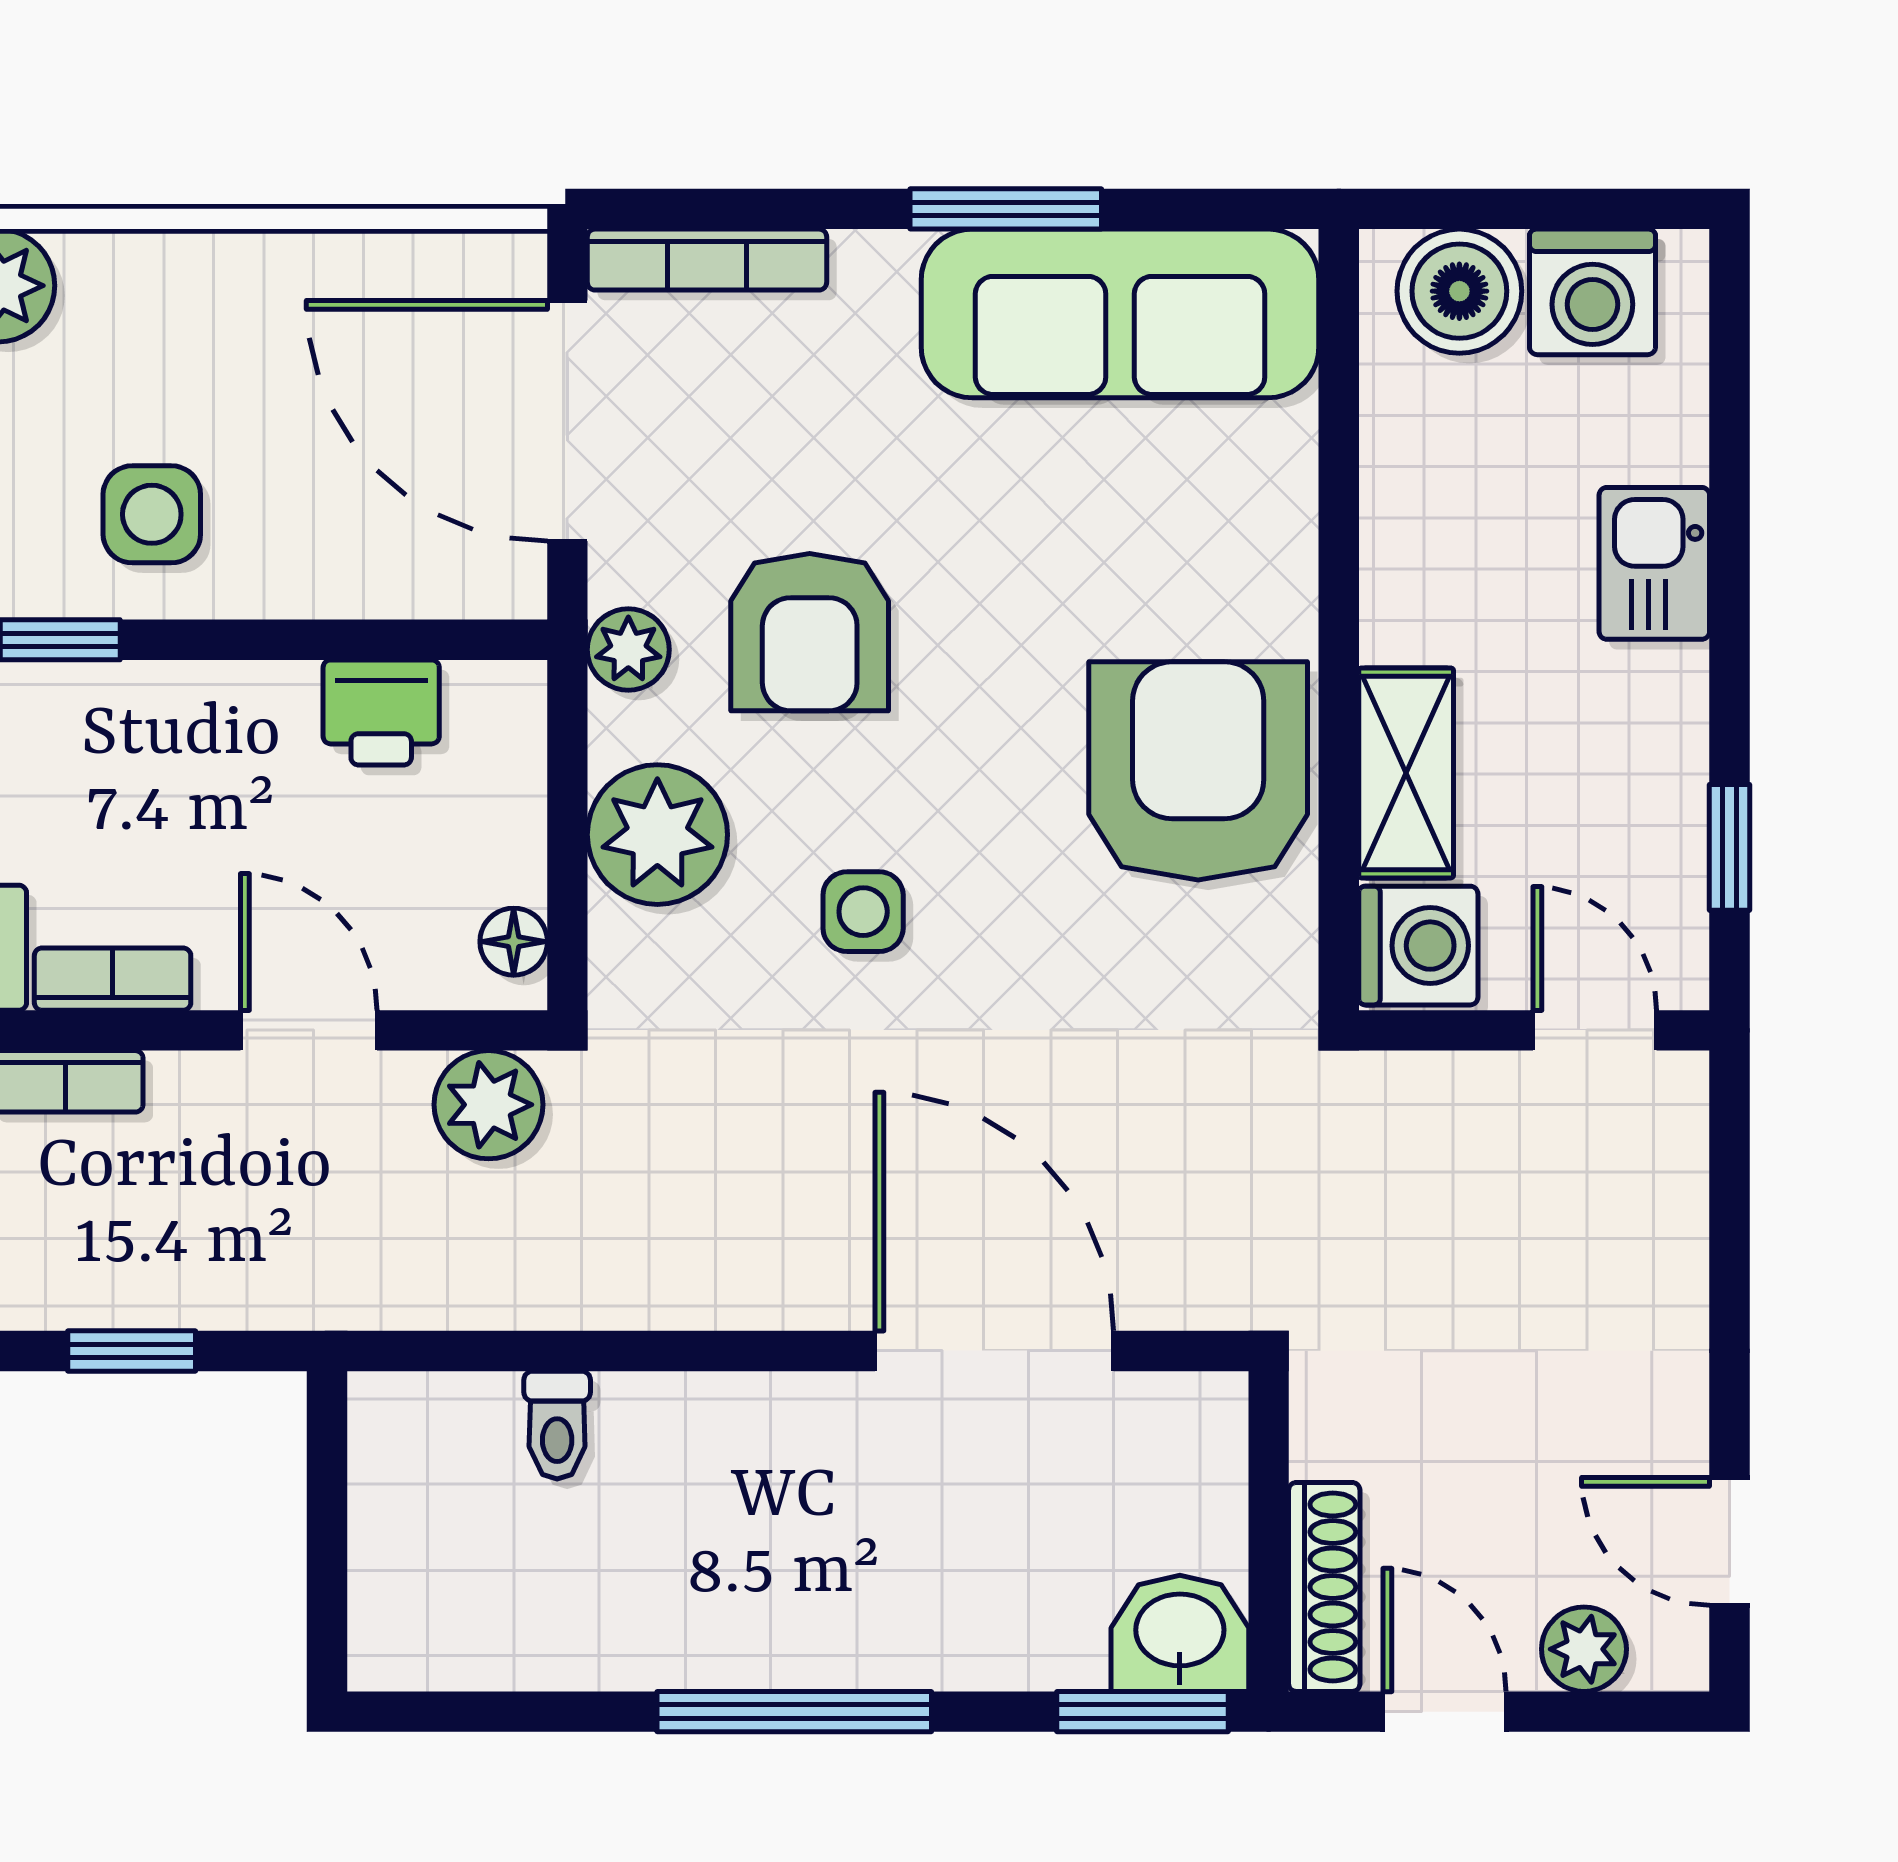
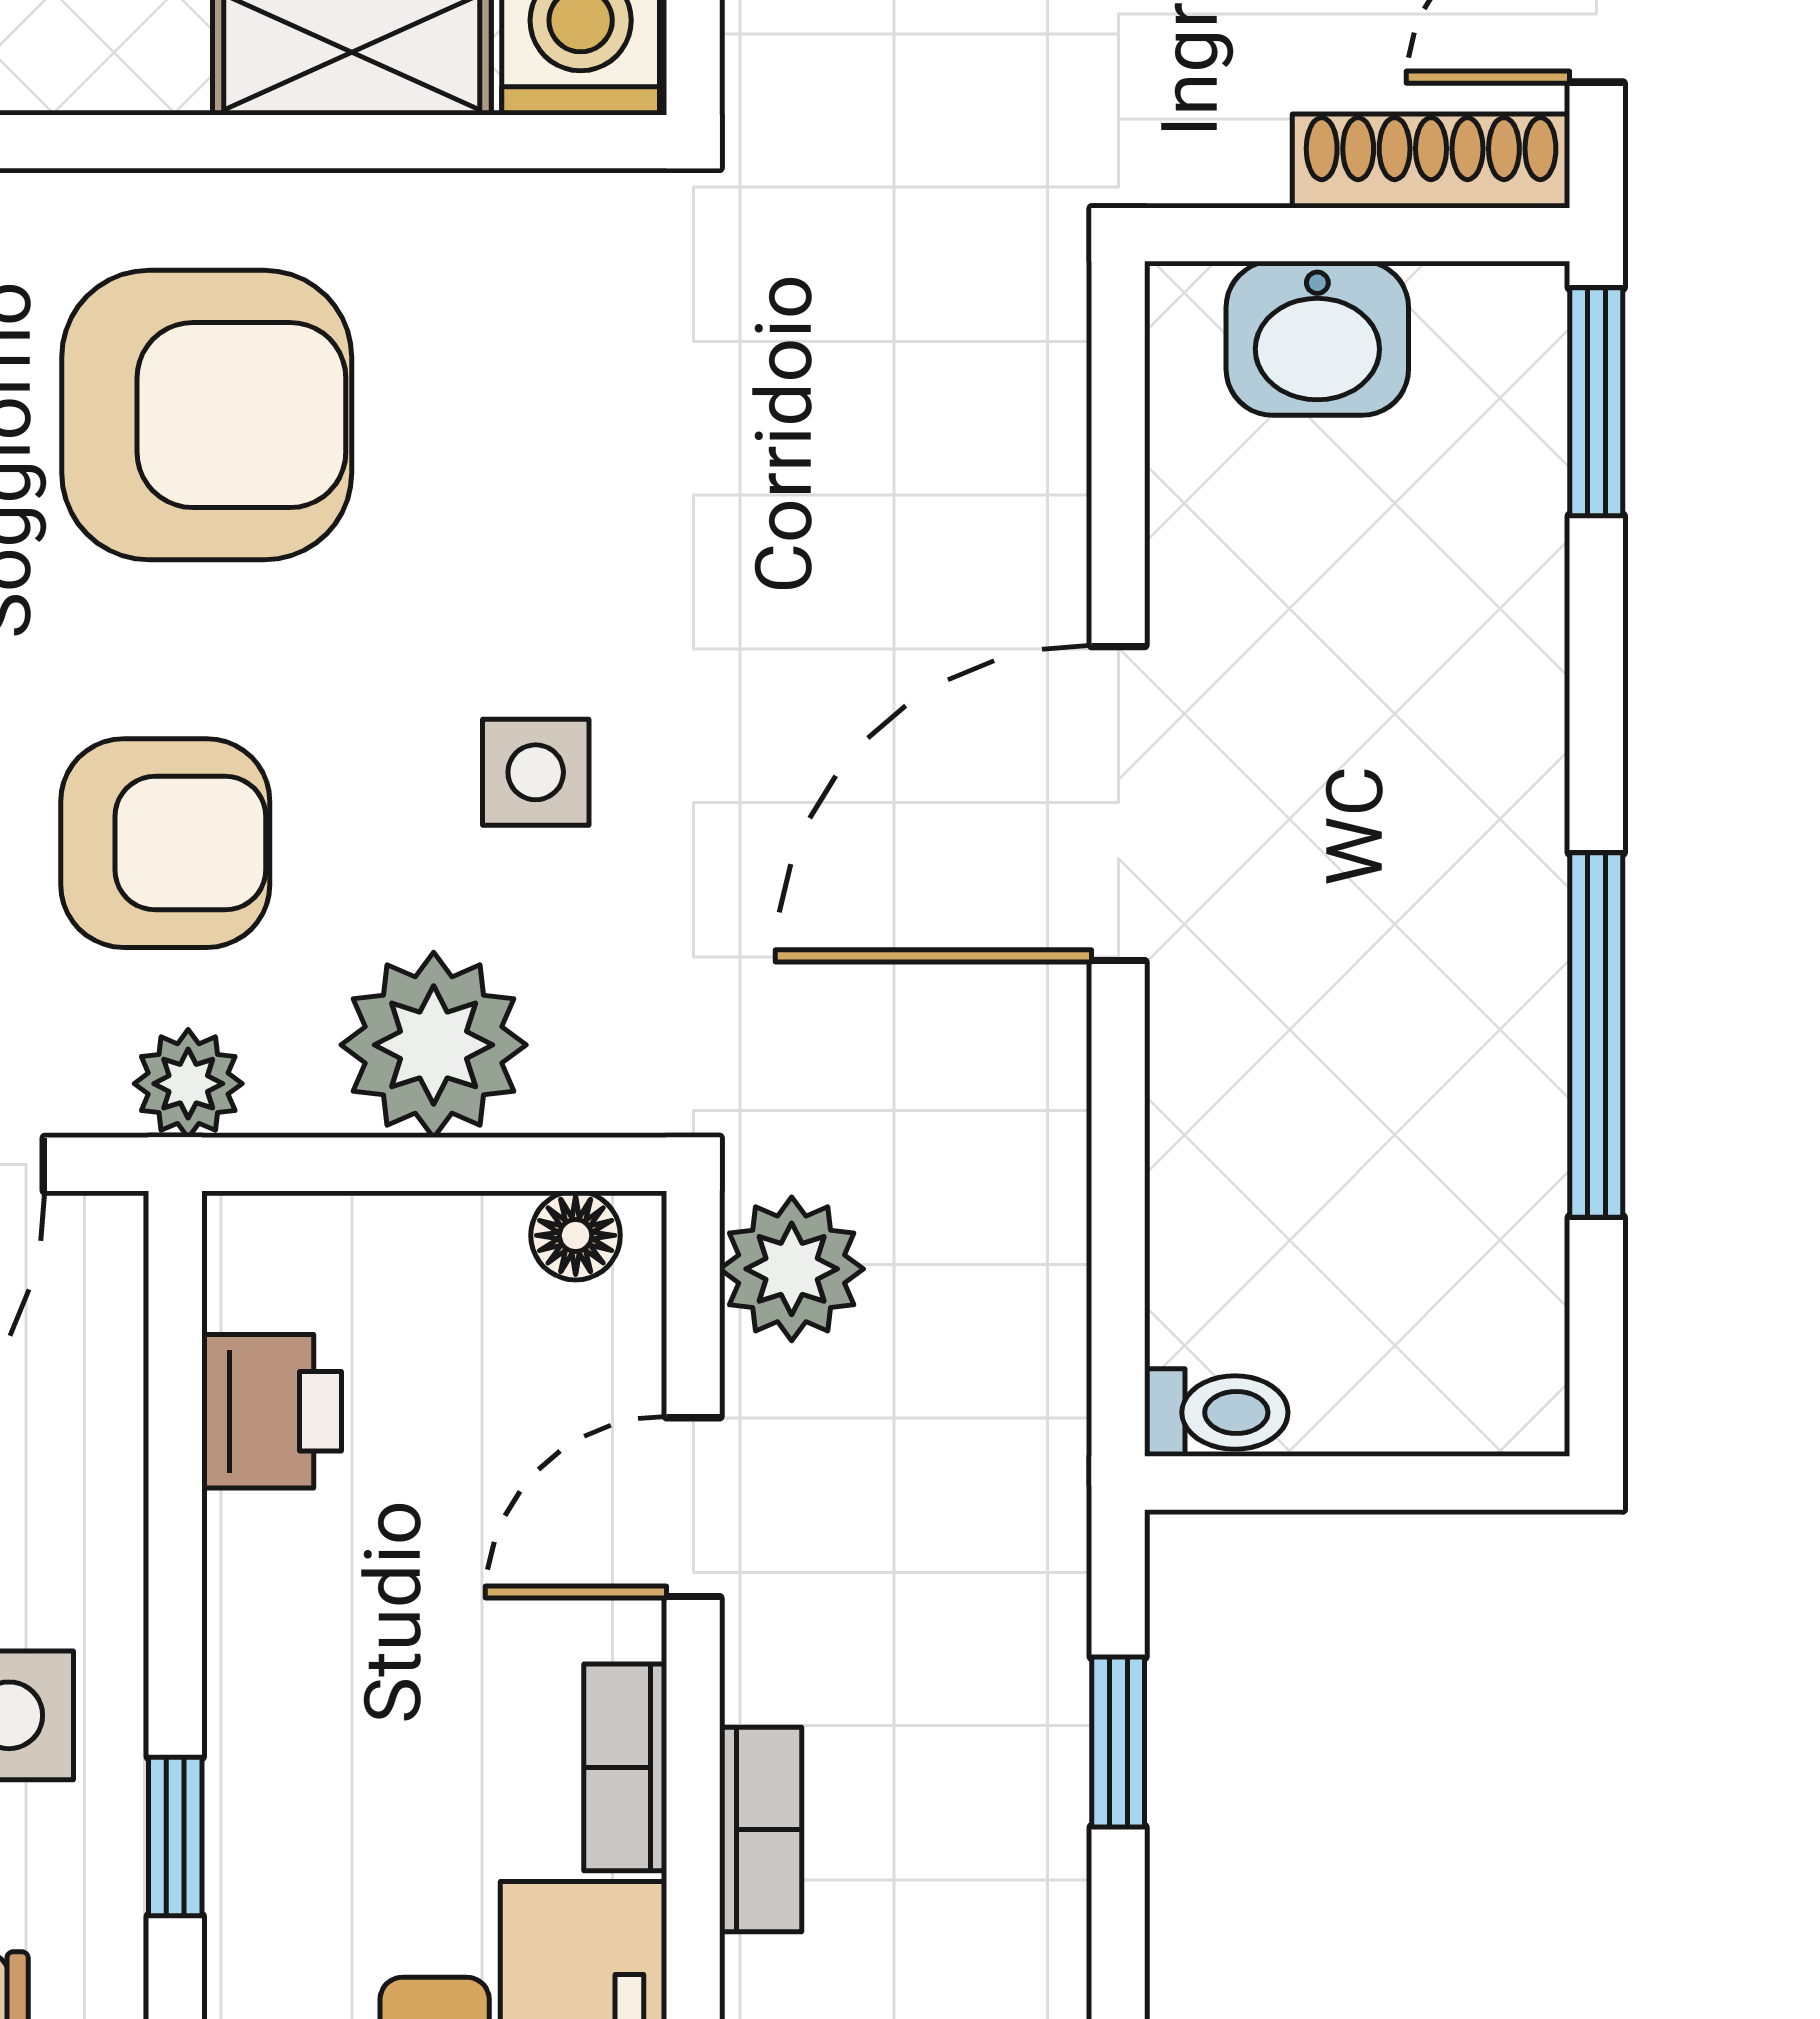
armchair: (1198, 771) -> (207, 415), moved, turned 180
door: (994, 1351) -> (1118, 804), moved
toilet: (557, 1425) -> (1216, 1412), moved
washbasin: (1180, 1633) -> (1317, 338), moved, turned -90
window: (794, 1712) -> (1596, 1035), moved

